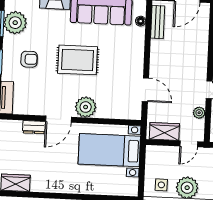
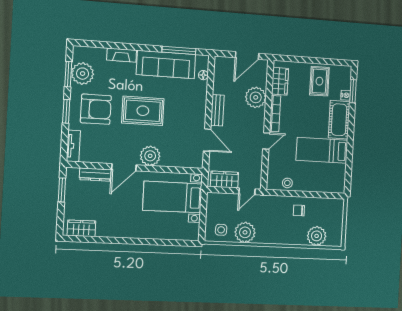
bench: (158, 22) -> (217, 110), moved
armchair: (29, 59) -> (96, 109), width x1.88, depth x1.88
plant: (199, 113) -> (256, 97), moved, width x1.88, depth x1.88
dresser: (34, 127) -> (95, 175), width x1.44

